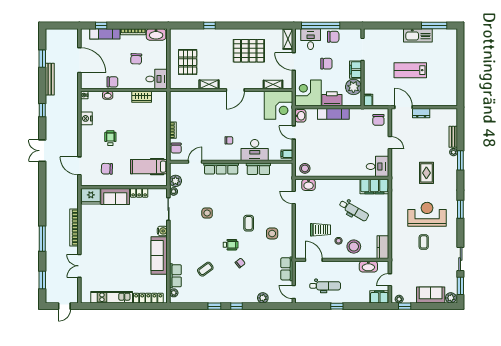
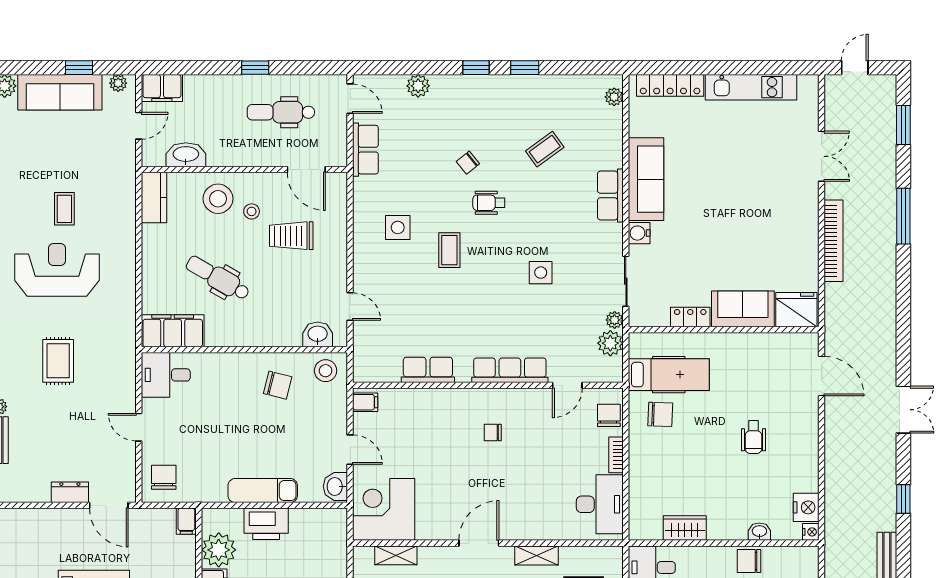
corner desk: (308, 93) -> (319, 537), removed
nightstand: (86, 118) -> (806, 507), moved
desk: (255, 150) -> (600, 504), moved, turned 90
chair: (327, 162) -> (278, 385), added
chair: (107, 169) -> (660, 414), moved
reception desk: (427, 214) -> (57, 270), turned 180
row of seats: (175, 276) -> (610, 196), moved
sofa: (431, 295) -> (60, 92), width x1.36
window: (405, 306) -> (79, 68), moved

